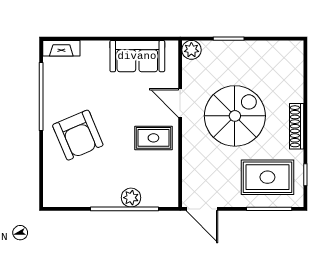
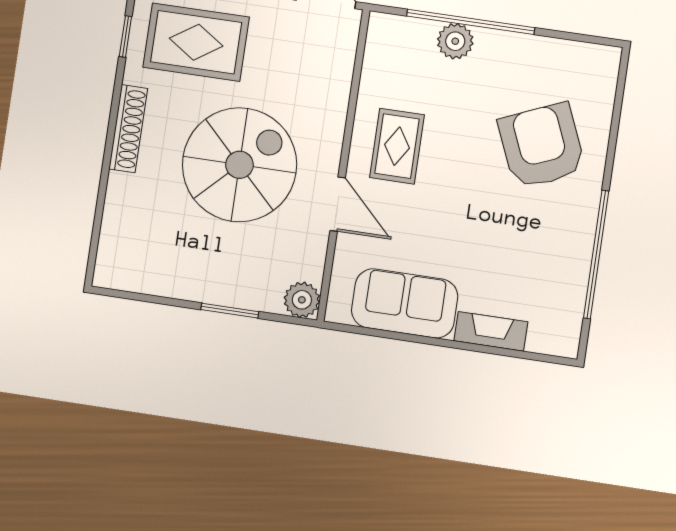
fireplace: (61, 48) -> (491, 331), moved
spiral stairs: (235, 116) -> (239, 165), turned 180
armchair: (78, 135) -> (542, 146), moved
rug: (153, 138) -> (397, 146), turned 90

